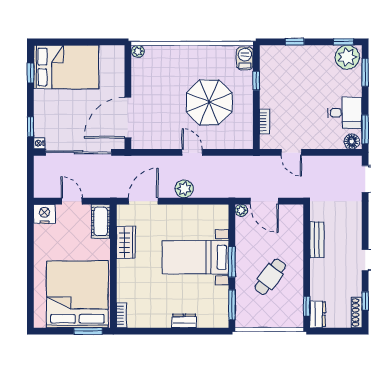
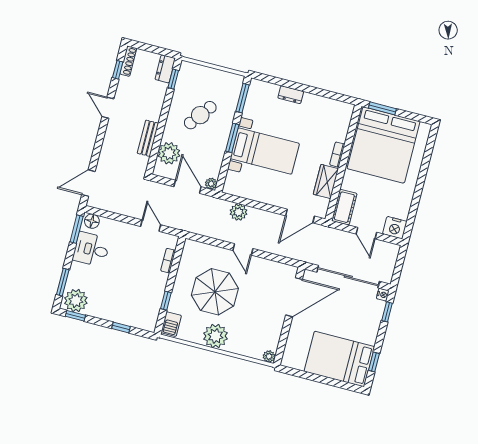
plant: (197, 58) -> (215, 336), added
plant: (184, 189) -> (238, 212), moved
plant: (292, 230) -> (169, 153), added
bookcase: (122, 315) -> (337, 155), moved

